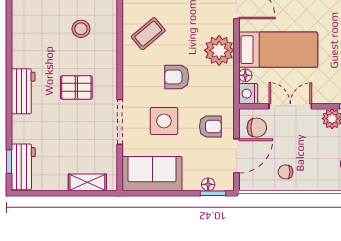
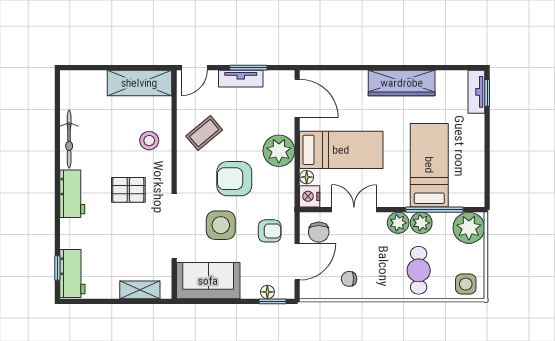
stool: (81, 29) -> (149, 141), moved
bicycle: (20, 39) -> (69, 139), added
armchair: (177, 77) -> (234, 179), width x1.38, depth x1.38
doorway: (120, 122) -> (174, 226), width x1.36
chair: (257, 128) -> (319, 232), turned 90

